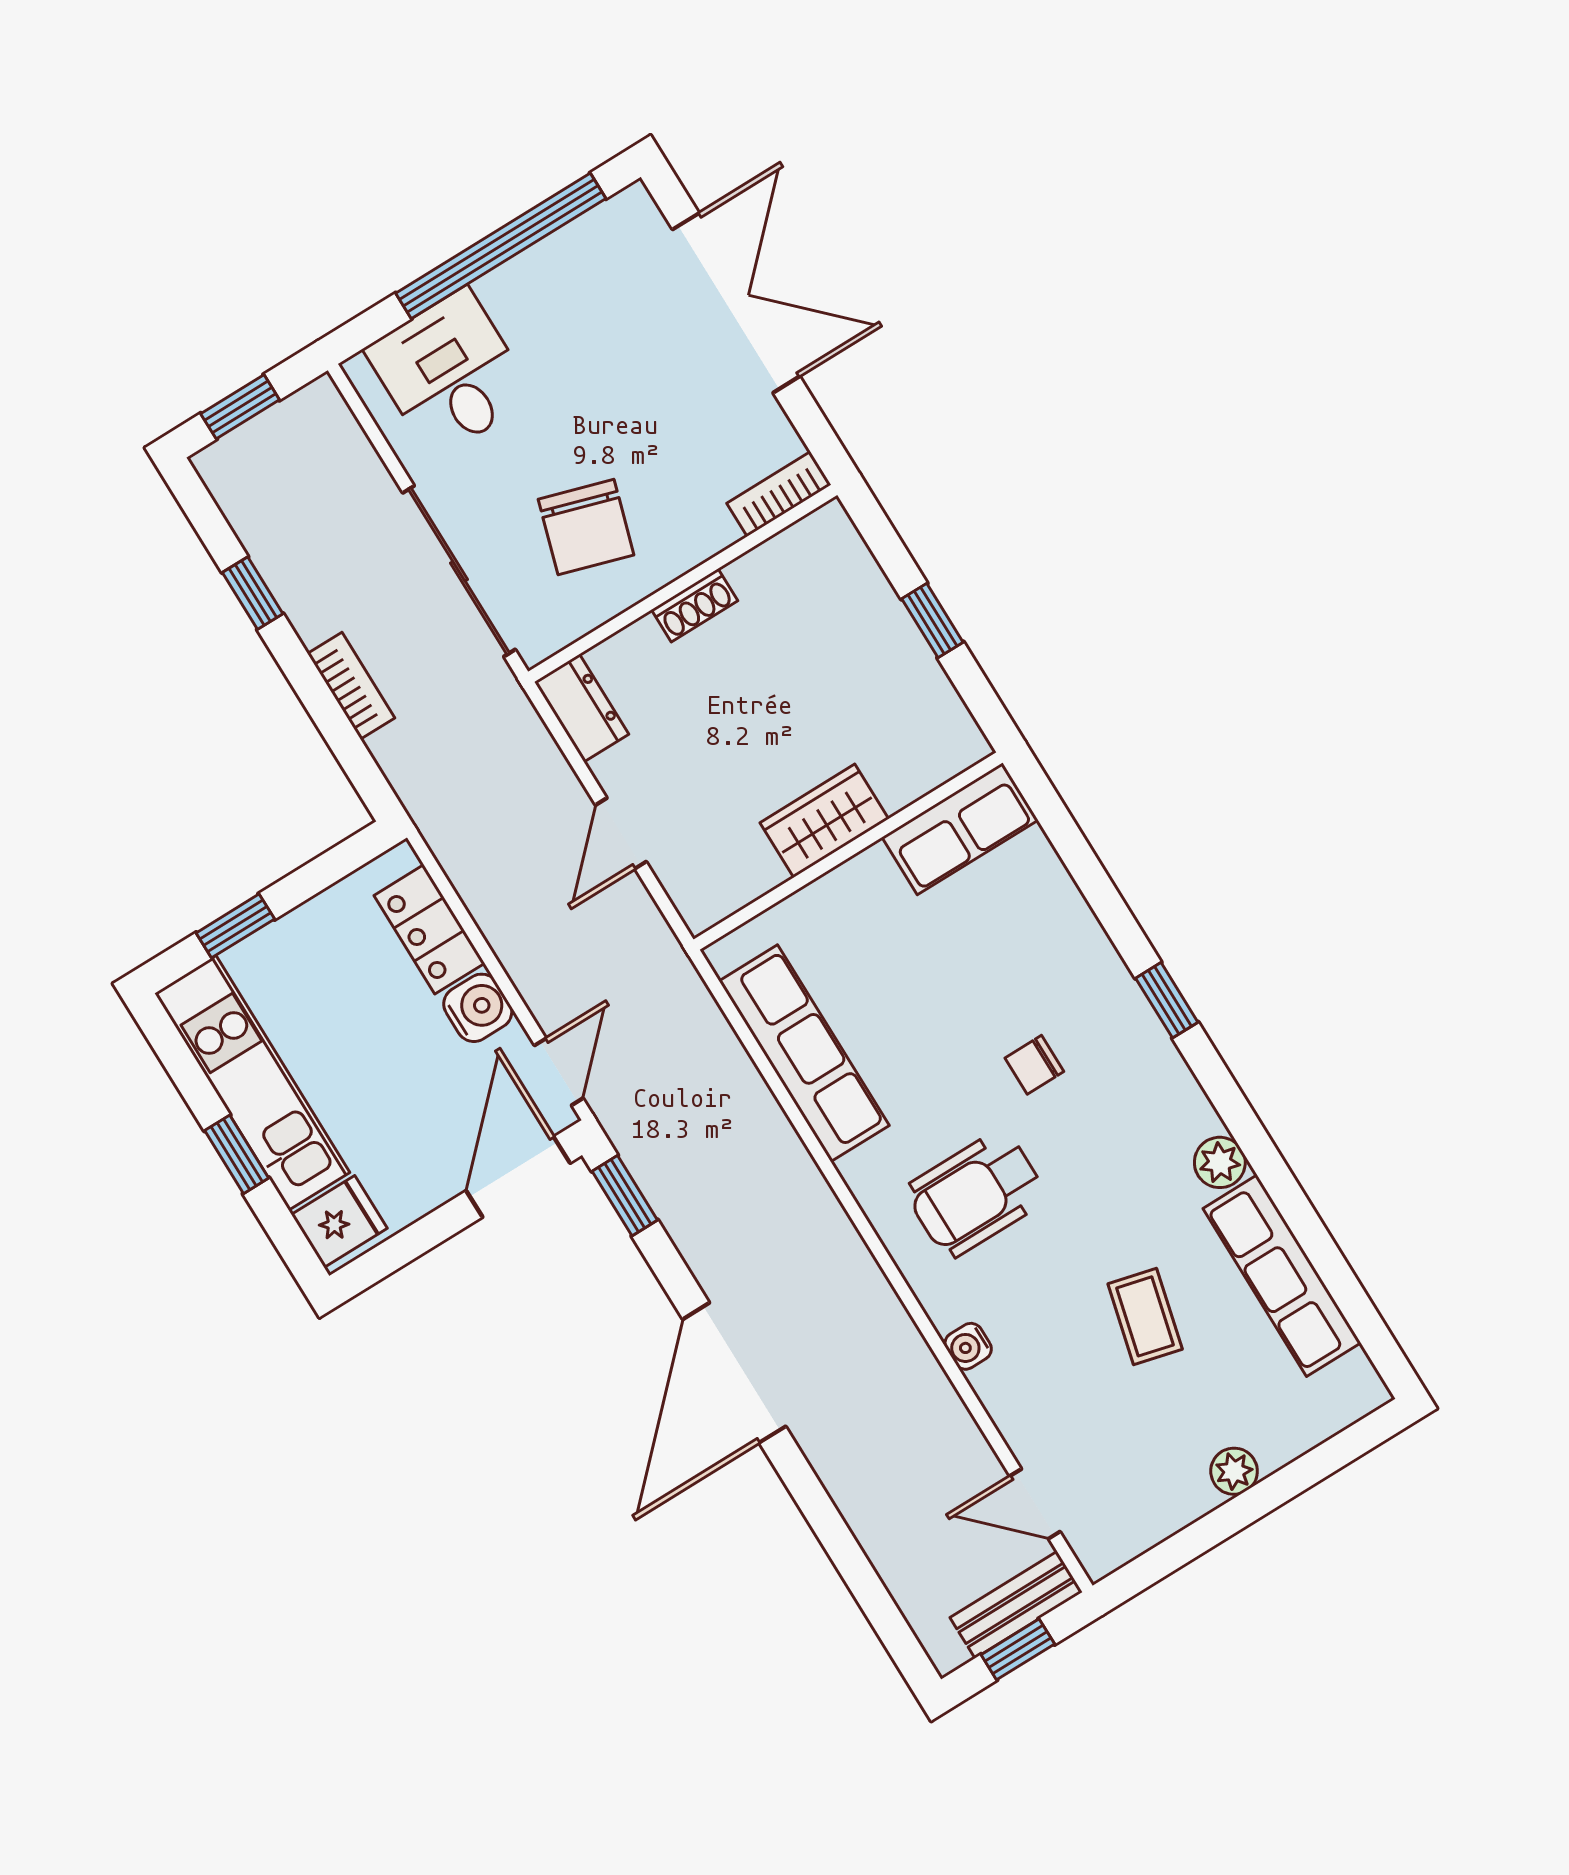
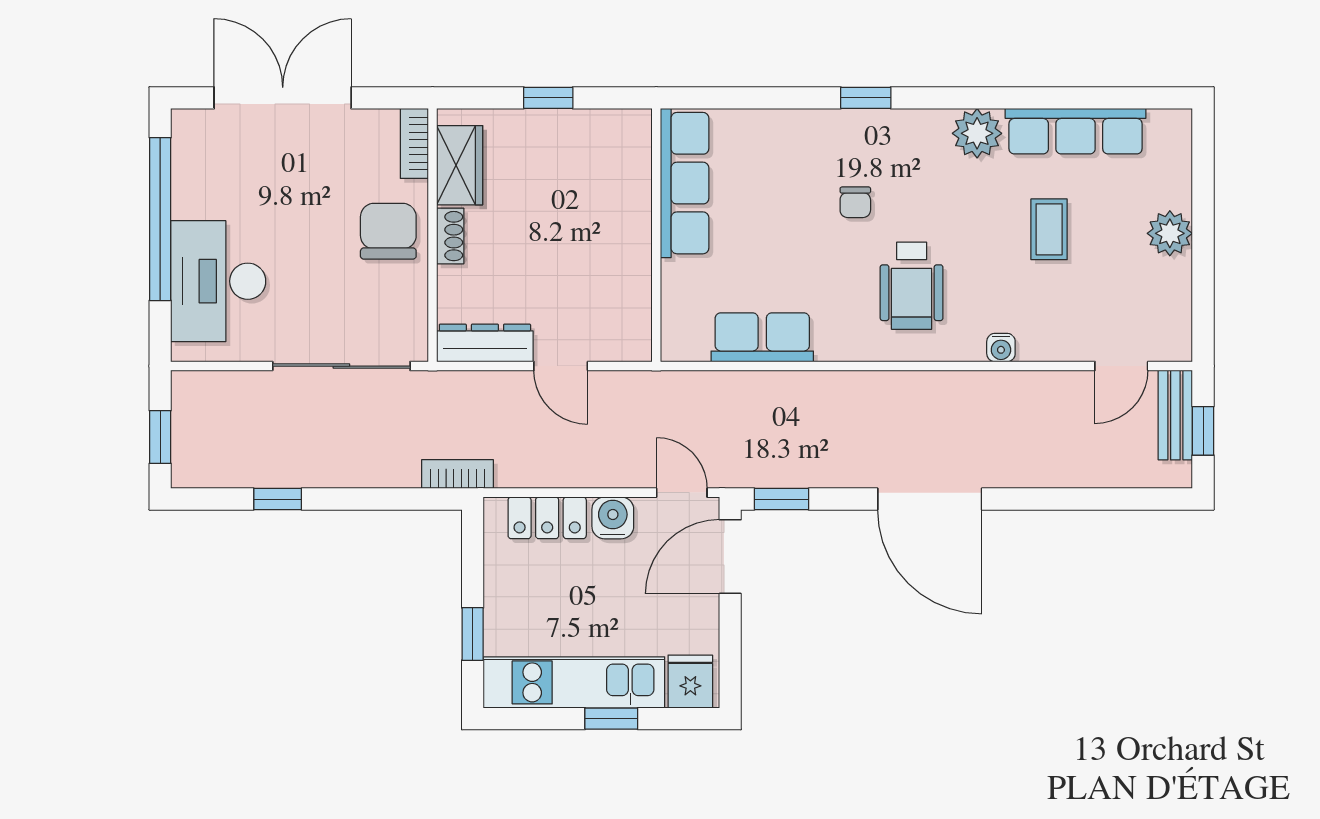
desk: (450, 373) -> (218, 281), width x1.37
chair: (586, 527) -> (388, 231), moved, turned -107
bookcase: (351, 686) -> (458, 474), moved
dresser: (582, 708) -> (485, 343), width x1.44
wardrobe: (824, 821) -> (460, 165), moved, turned 180
row of seats: (960, 829) -> (685, 183), width x1.48
row of seats: (804, 1053) -> (762, 337), width x0.68
plant: (1220, 1162) -> (977, 133), width x1.38, depth x1.38
door: (518, 1177) -> (730, 557), hinge flipped
coffee table: (1145, 1316) -> (1049, 229), turned 76
plant: (1234, 1471) -> (1170, 233), width x1.38, depth x1.38

